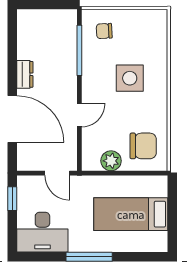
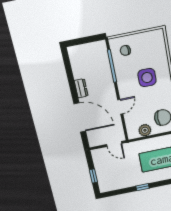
window: (12, 199) -> (93, 176), moved
desk: (42, 232) -> (113, 179), removed
window: (89, 257) -> (143, 187), width x0.46

